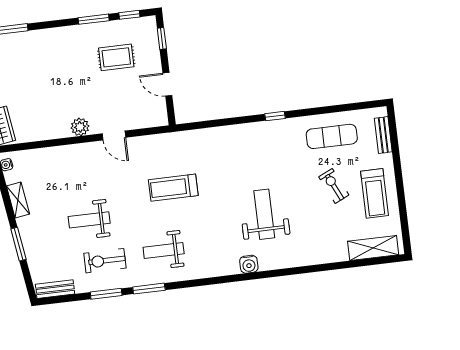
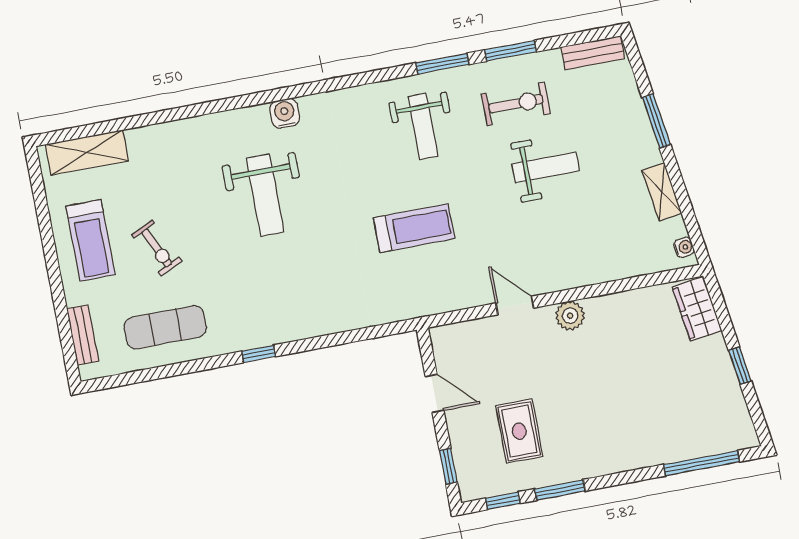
rug: (116, 57) -> (519, 431), turned 90
treadmill: (375, 193) -> (90, 240), turned 180
weight bench: (164, 250) -> (423, 126), turned 90

